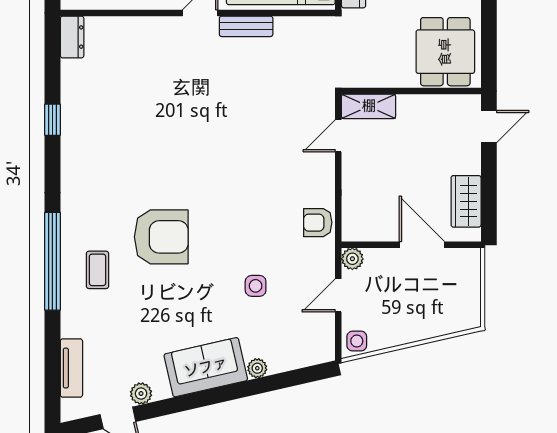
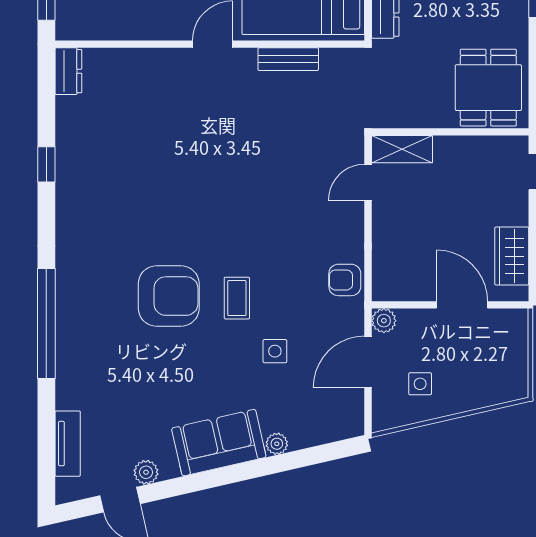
bench: (246, 26) -> (288, 59), moved
coffee table: (97, 270) -> (237, 298), moved
door: (338, 295) -> (368, 362), width x1.38
side table: (357, 341) -> (420, 384), moved

